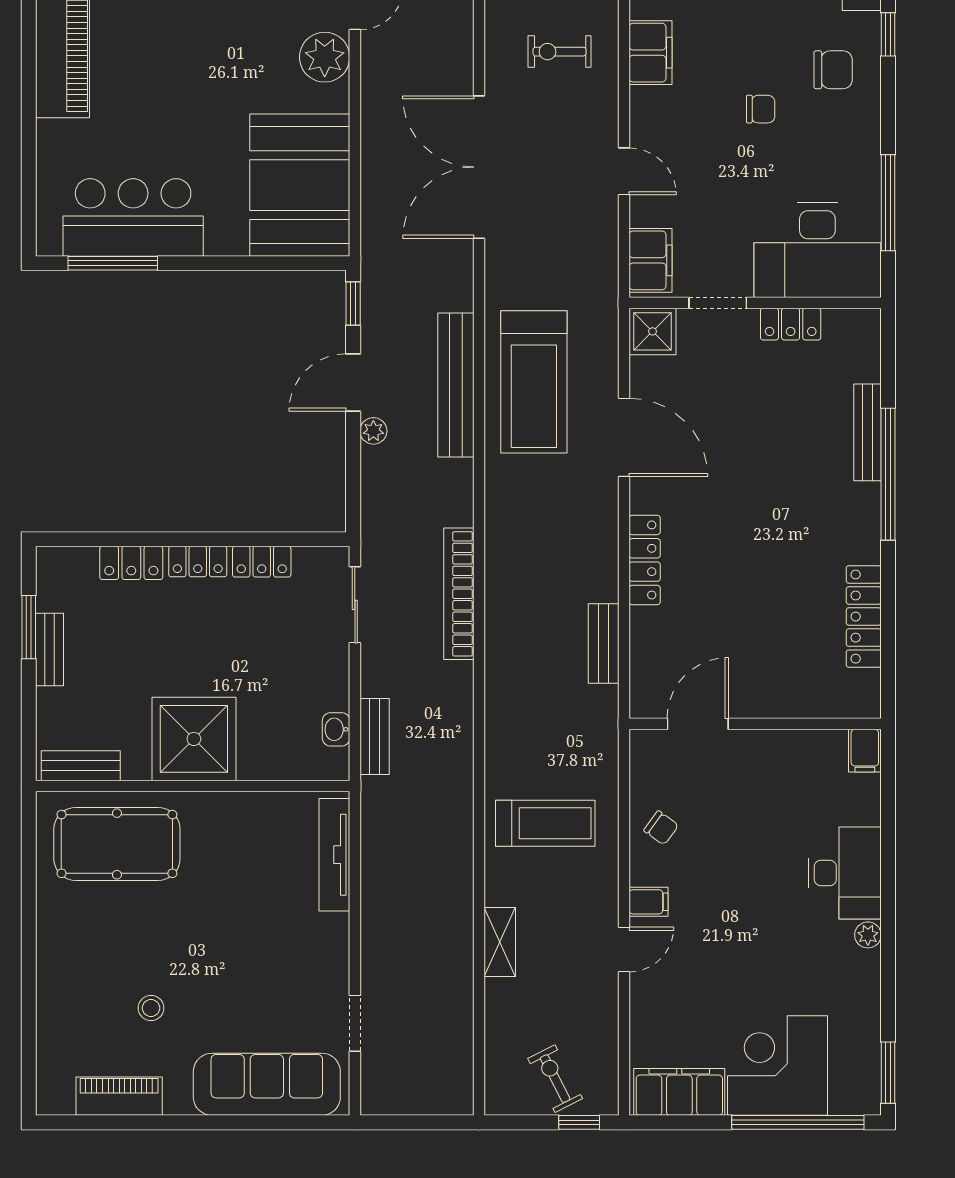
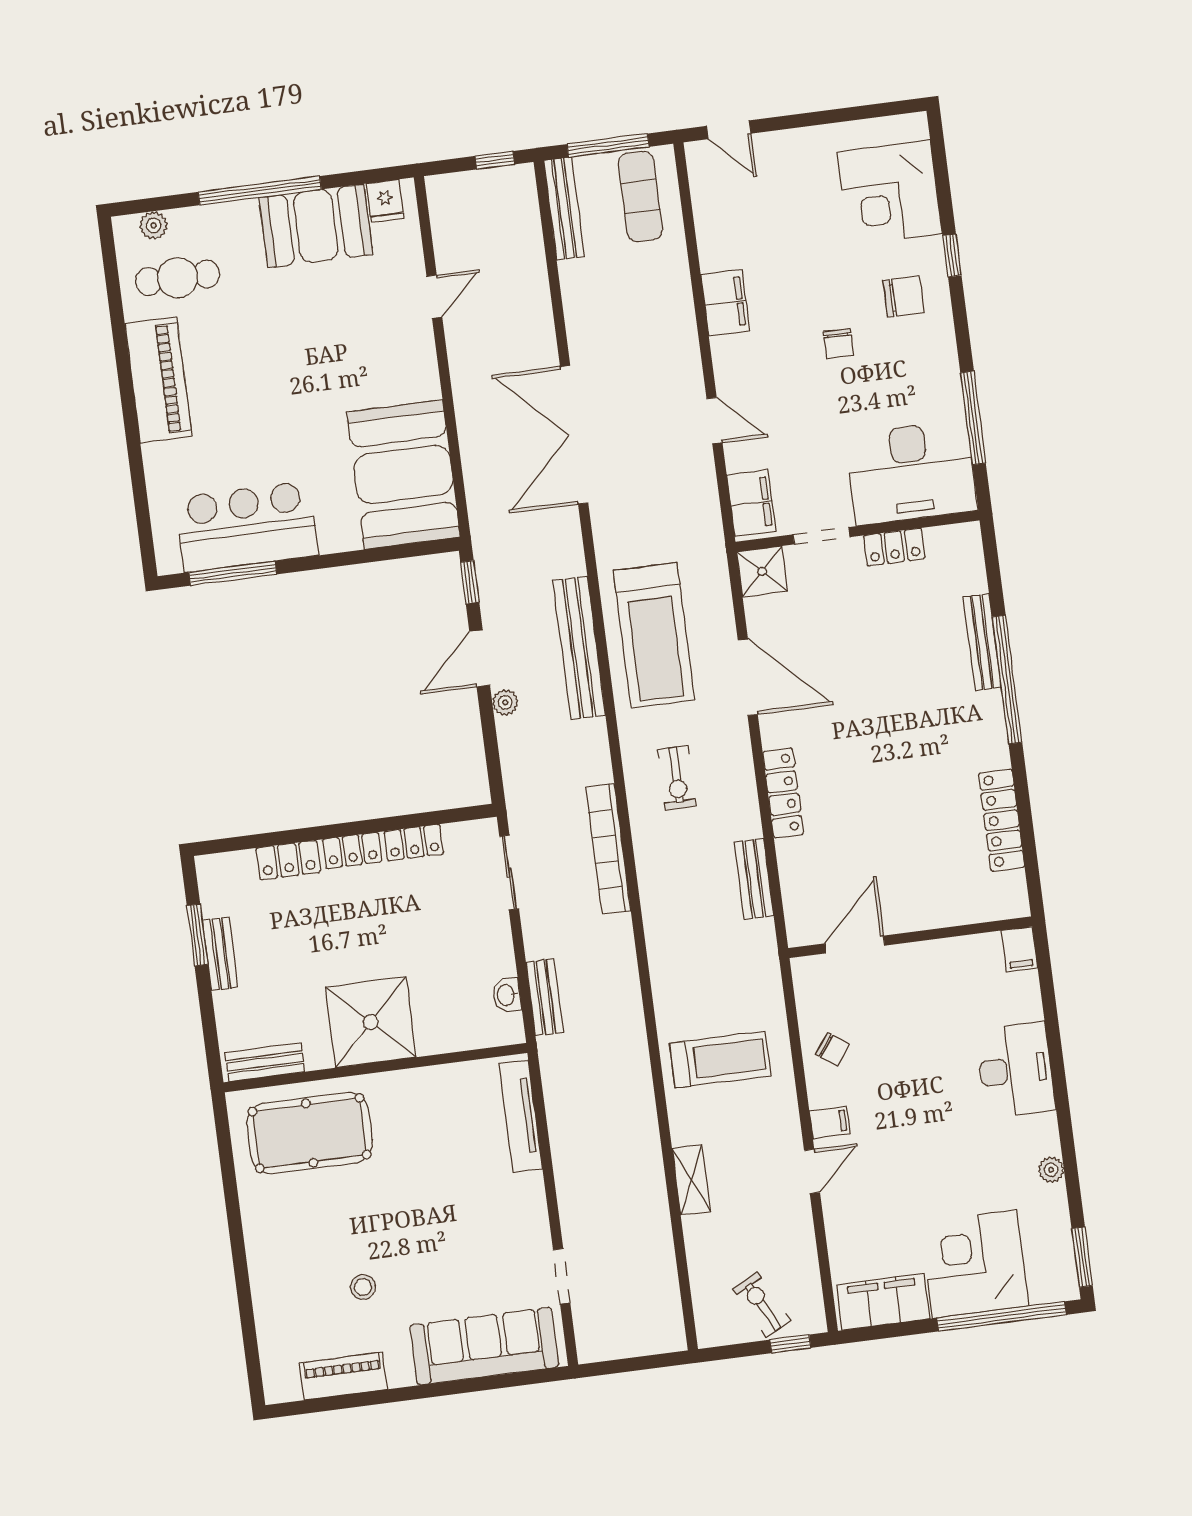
exercise bike: (559, 52) -> (677, 778), moved, turned -90
plant: (325, 57) -> (411, 348), removed
chair: (761, 109) -> (838, 343), turned 90
plant: (868, 935) -> (1051, 1170), moved

